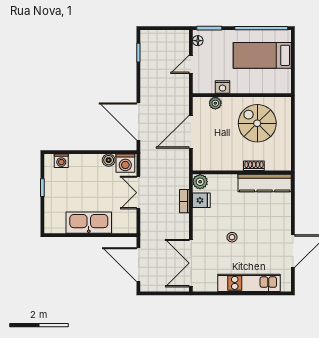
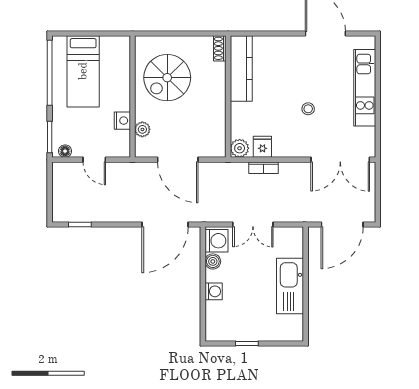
washing machine: (61, 161) -> (214, 291), moved
shoe rack: (254, 166) -> (220, 48), moved

